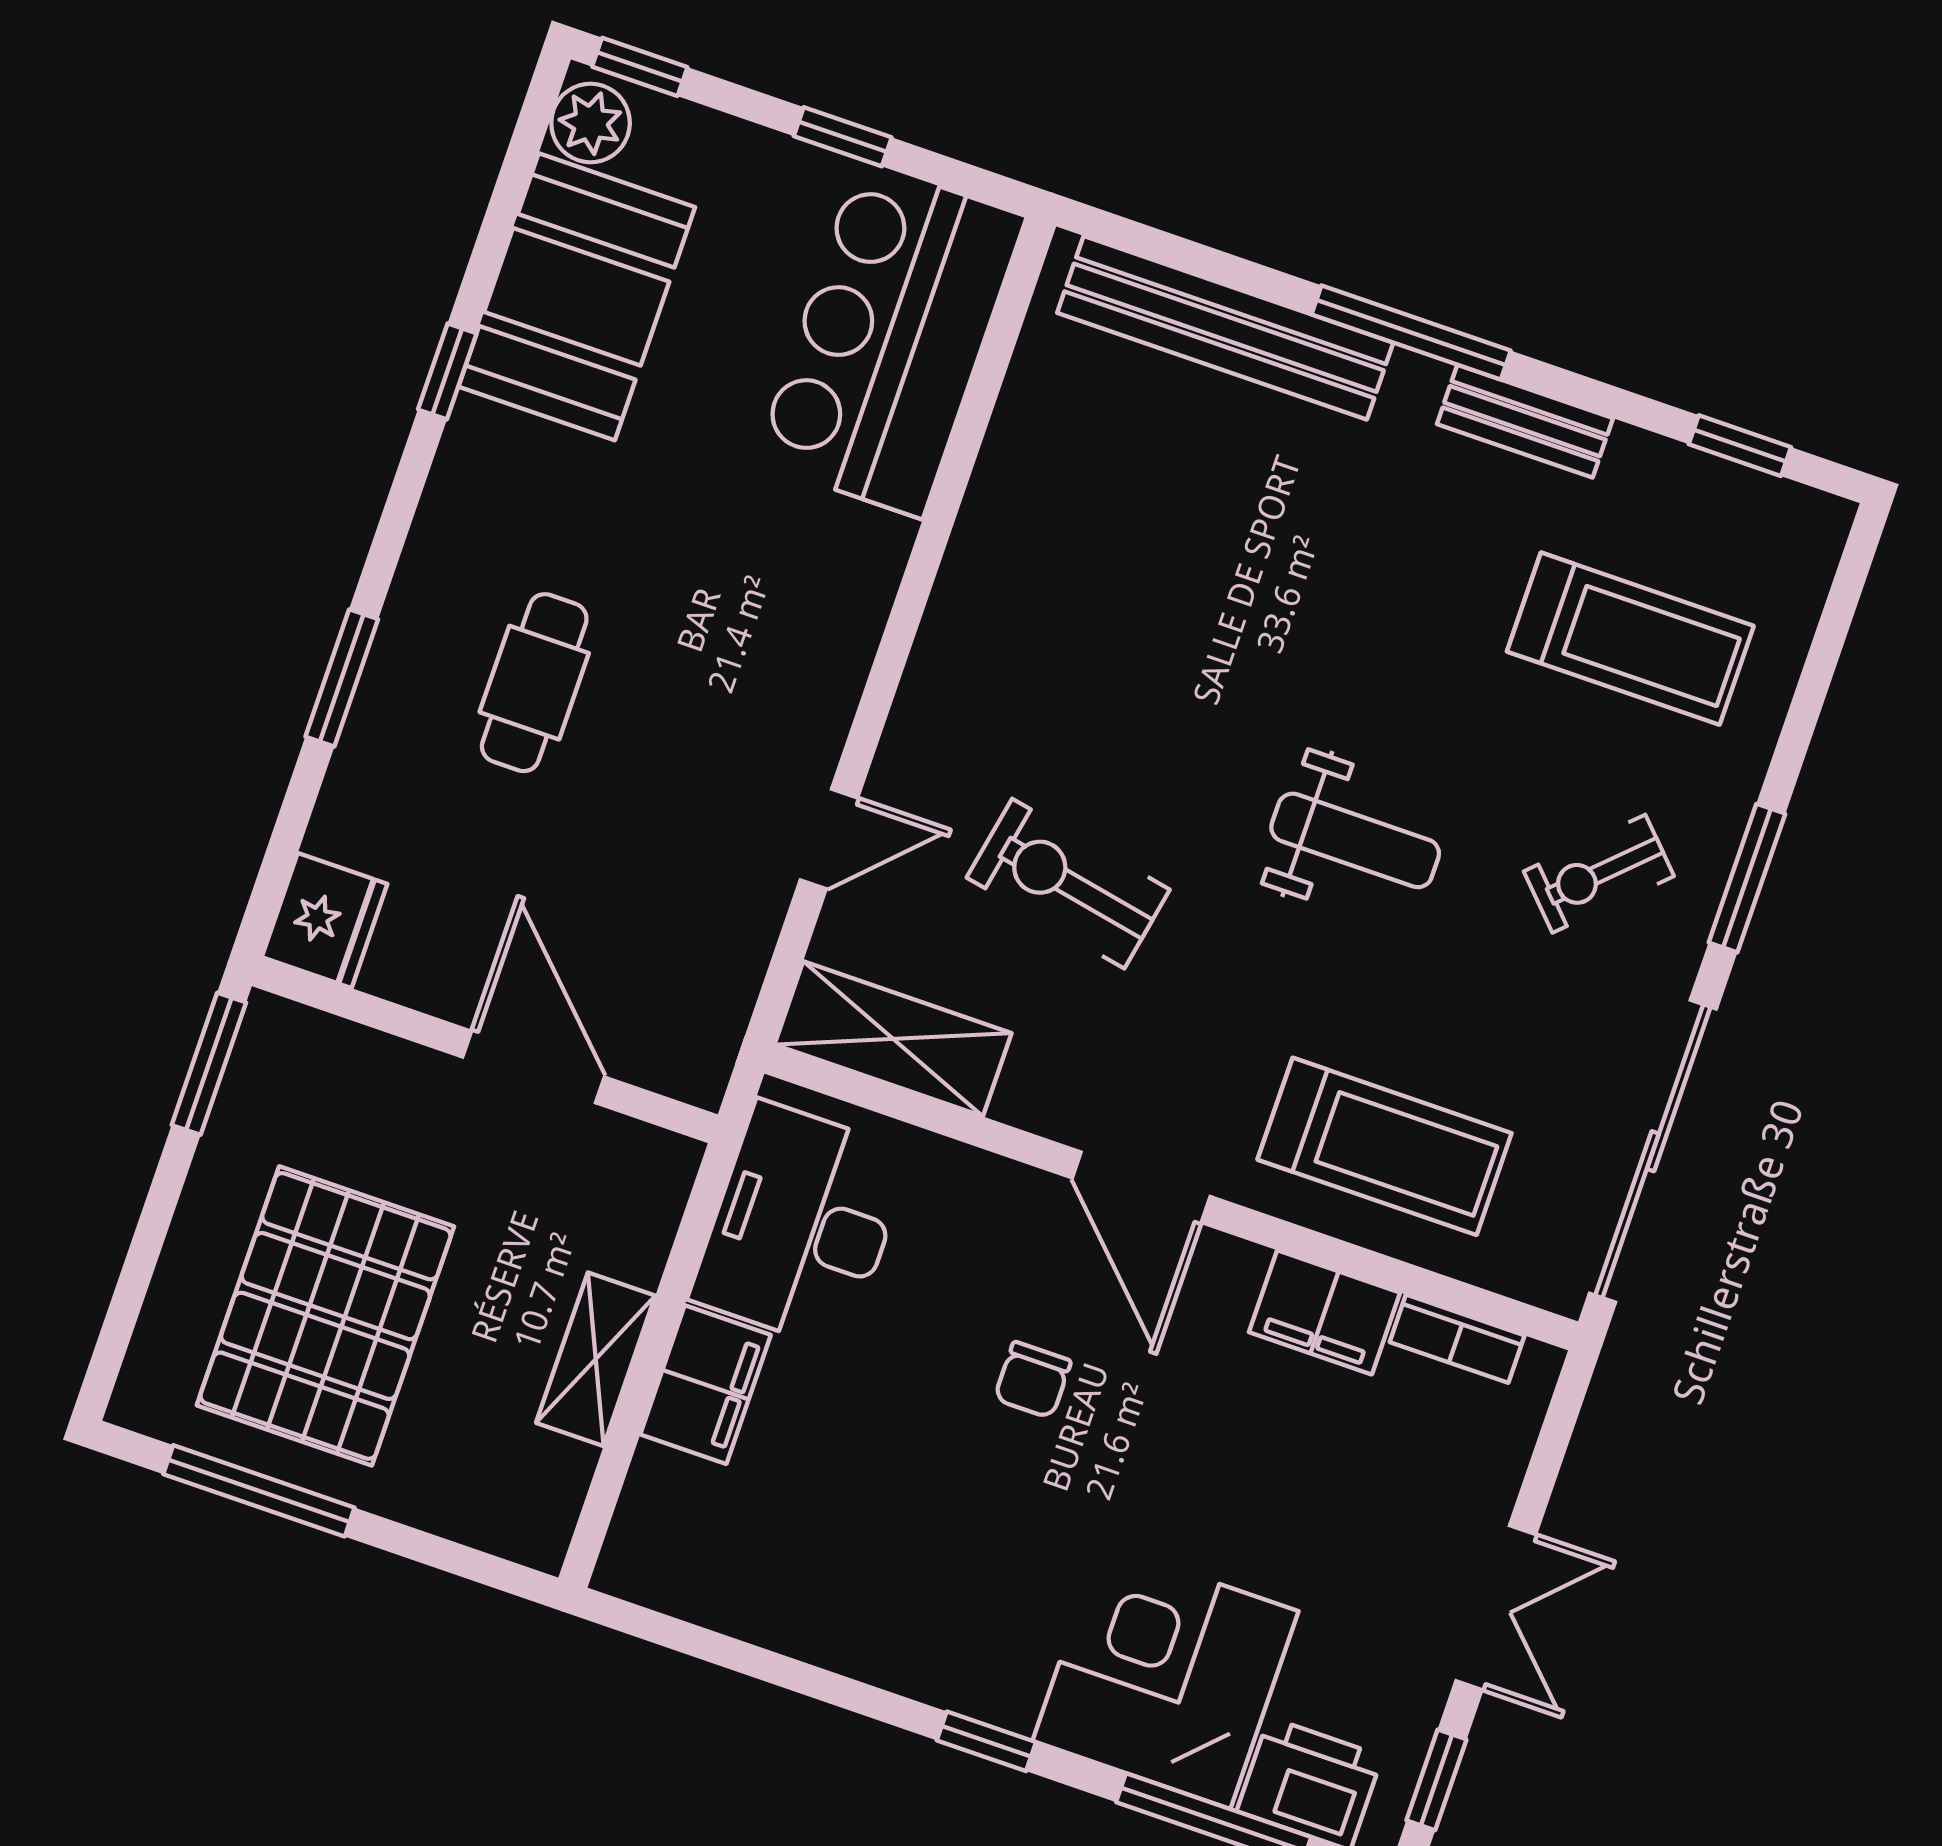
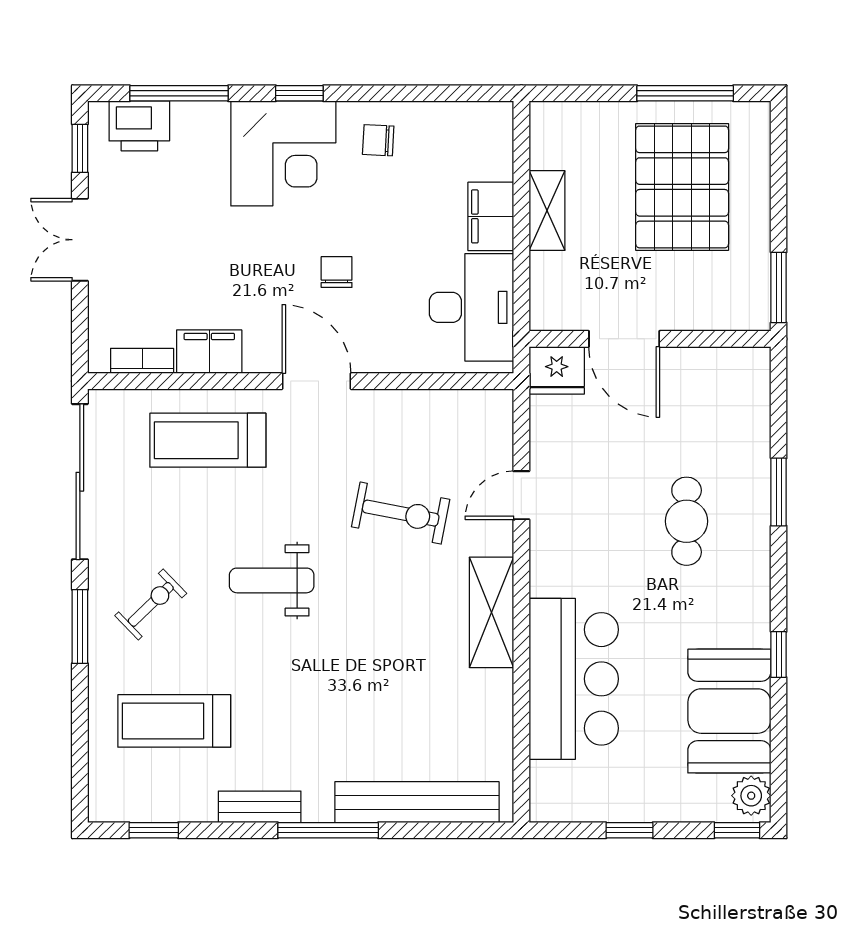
bar counter: (891, 339) -> (574, 679), moved
fridge: (325, 921) -> (557, 370), moved, turned -90
shelving: (893, 1039) -> (492, 612), moved, turned 90
chair: (868, 1601) -> (378, 140), added
corner desk: (1166, 1676) -> (283, 153), moved

